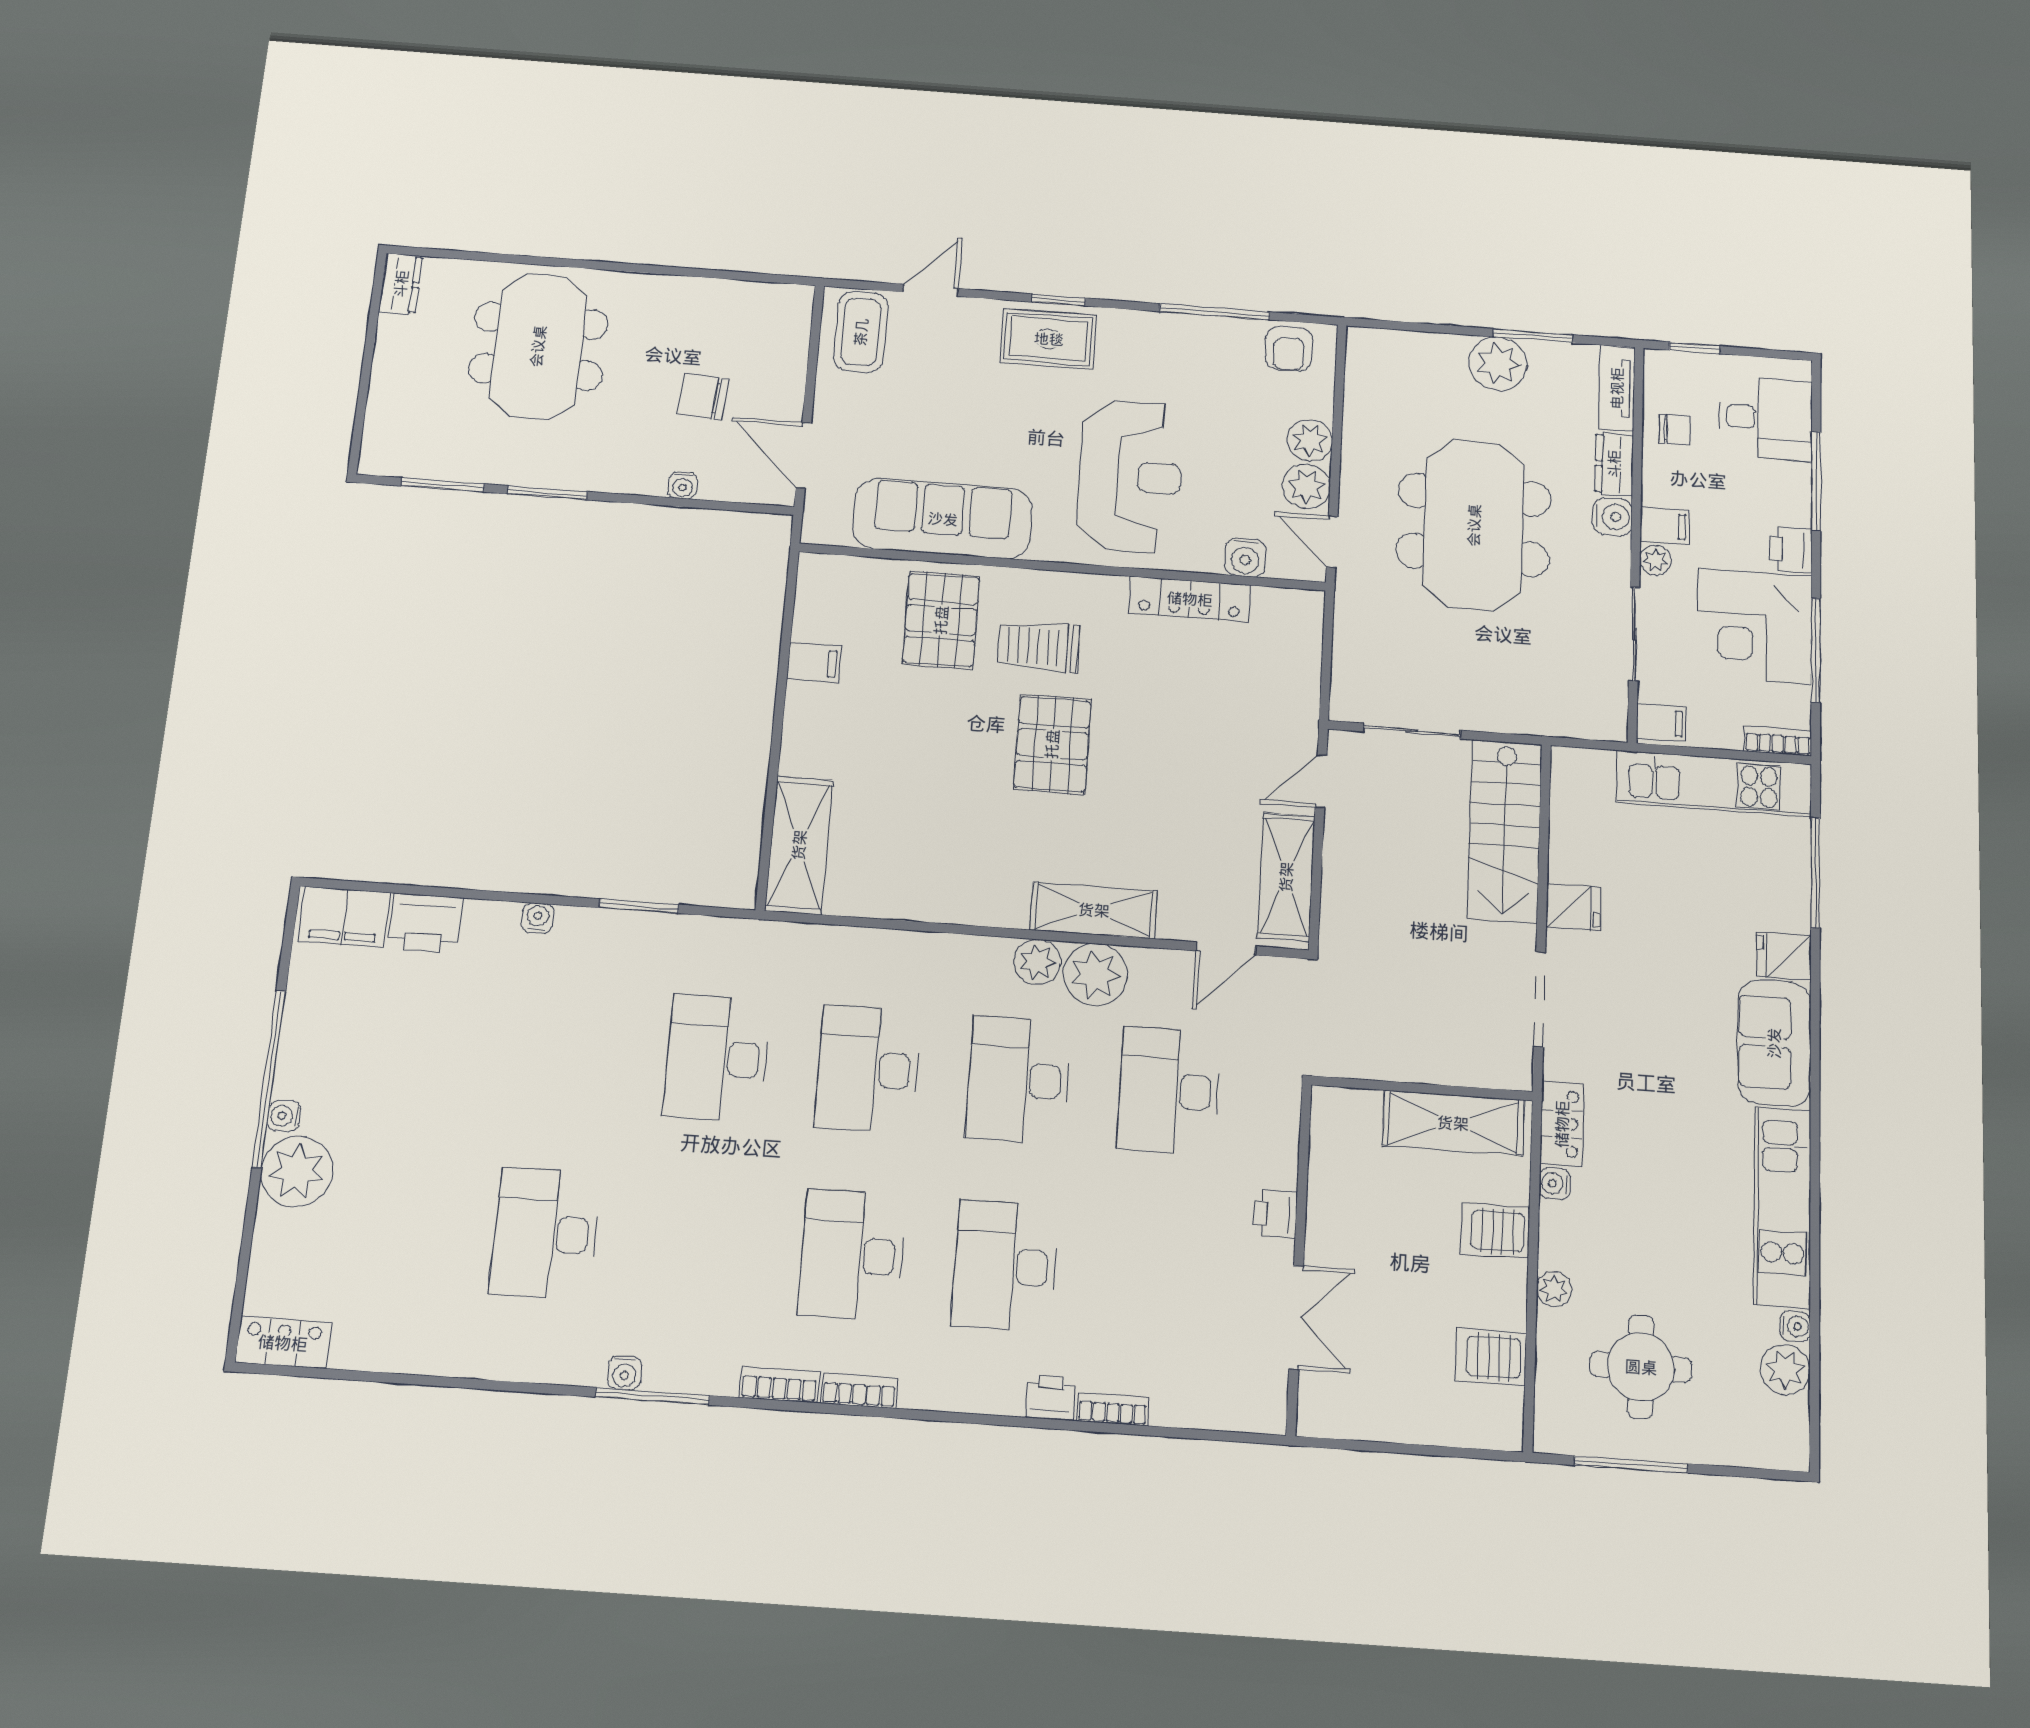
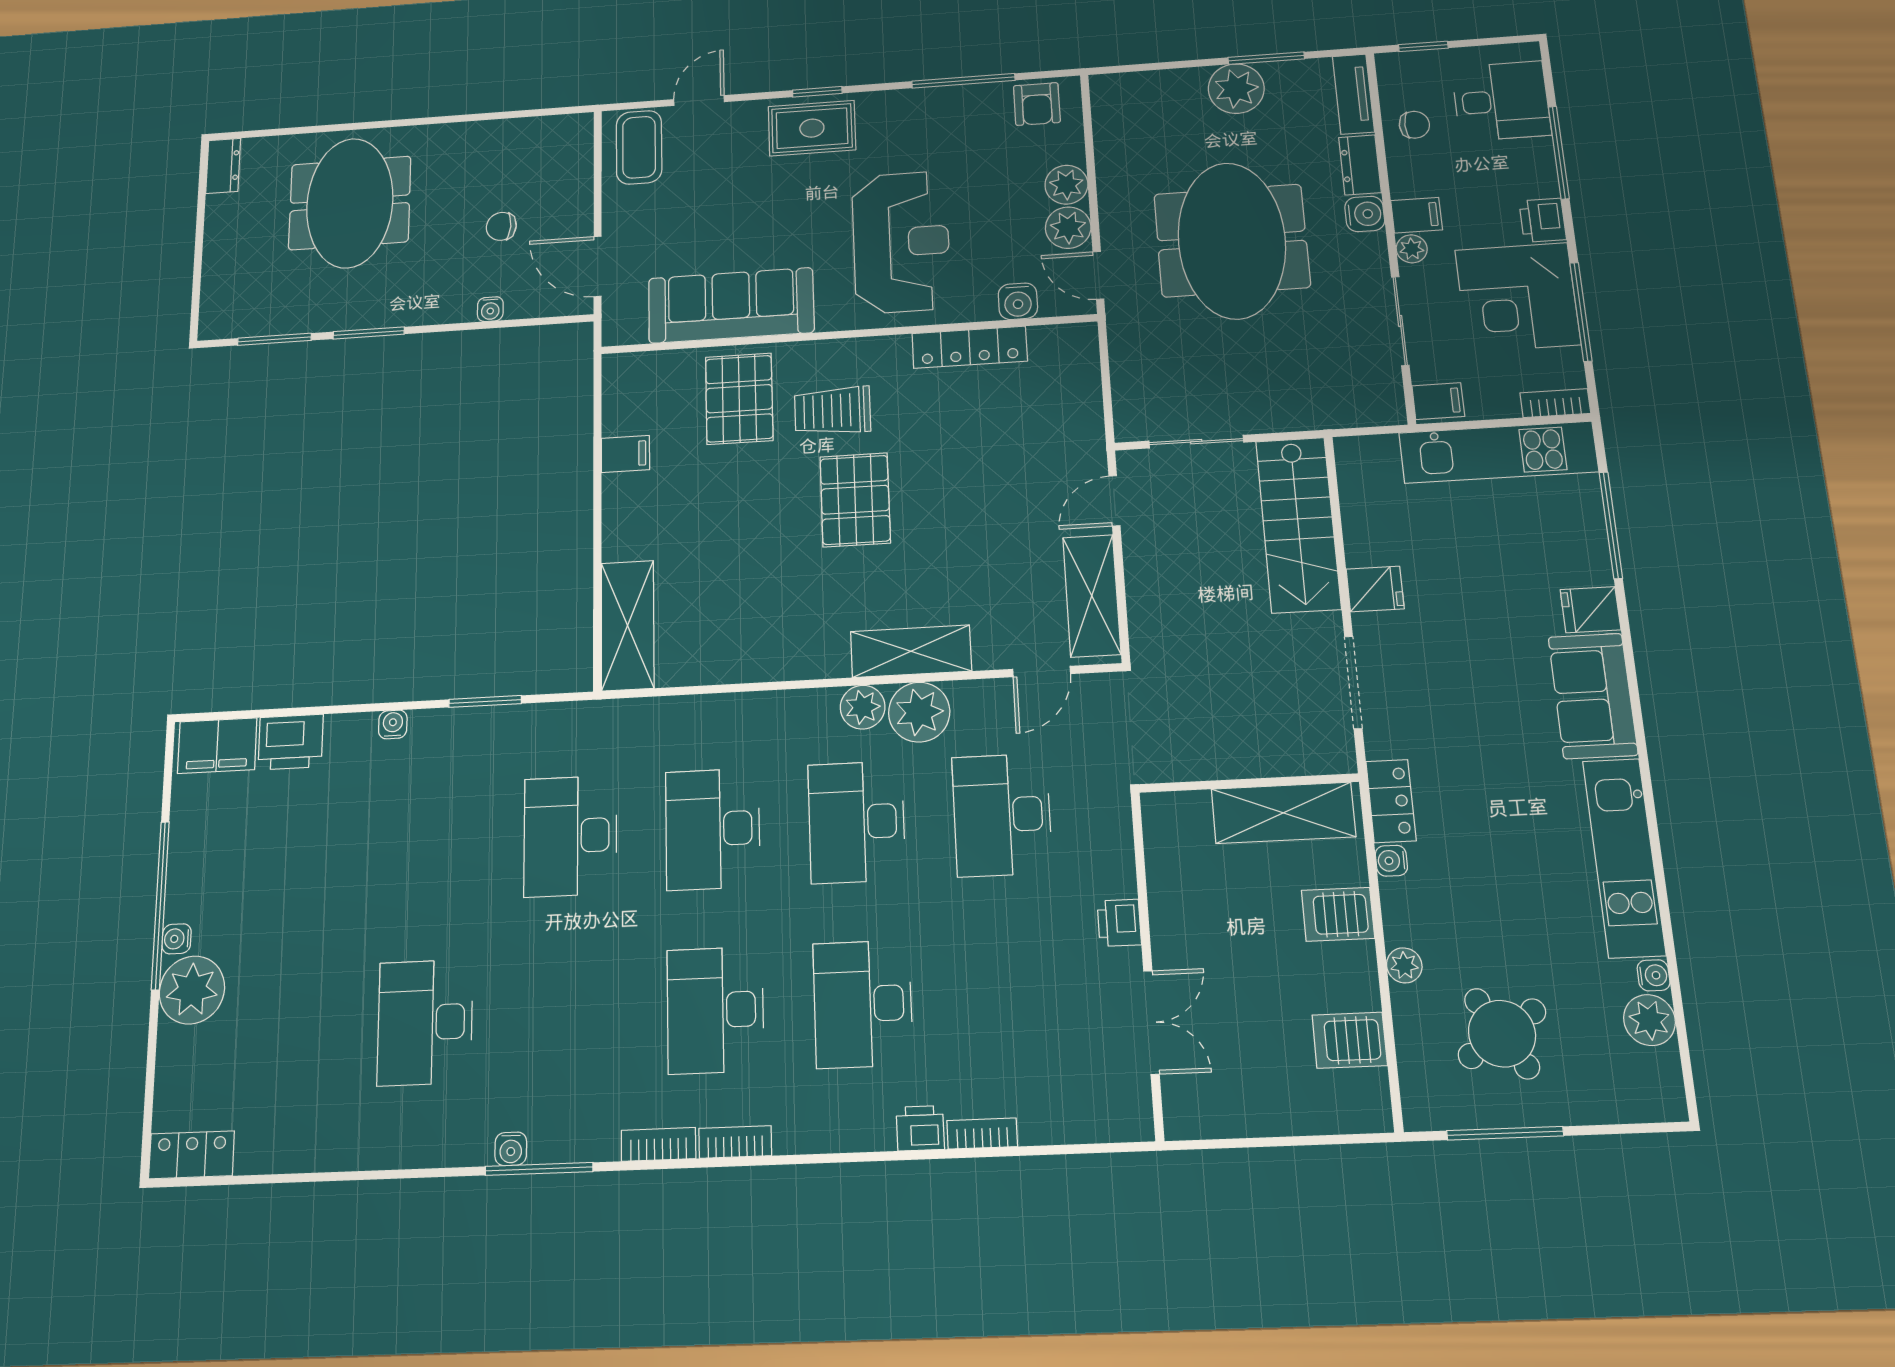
chair: (703, 397) -> (501, 226), width x0.73, depth x0.73
round table: (1641, 1367) -> (1502, 1034), turned -32

